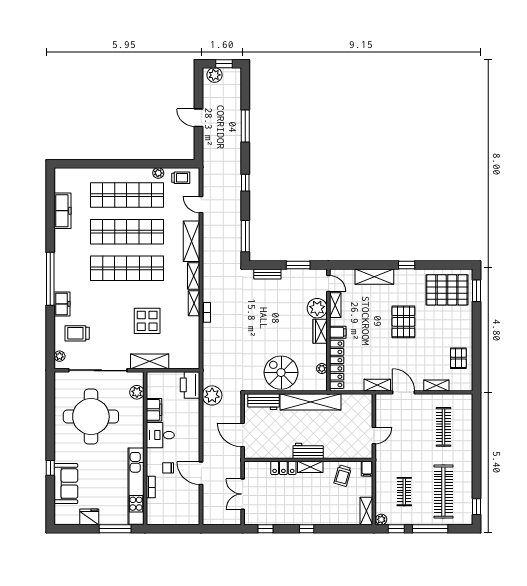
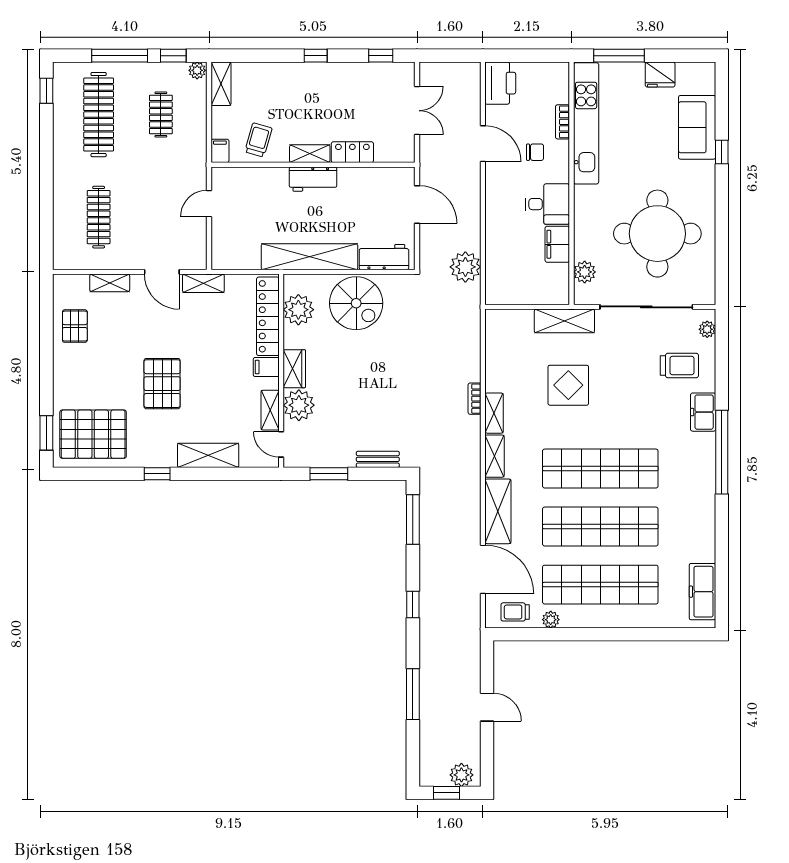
door: (201, 205) -> (483, 569), width x1.88
freezer: (63, 211) -> (702, 592), moved
plant: (322, 368) -> (298, 310), width x1.88, depth x1.88
printer: (190, 385) -> (500, 83), moved

